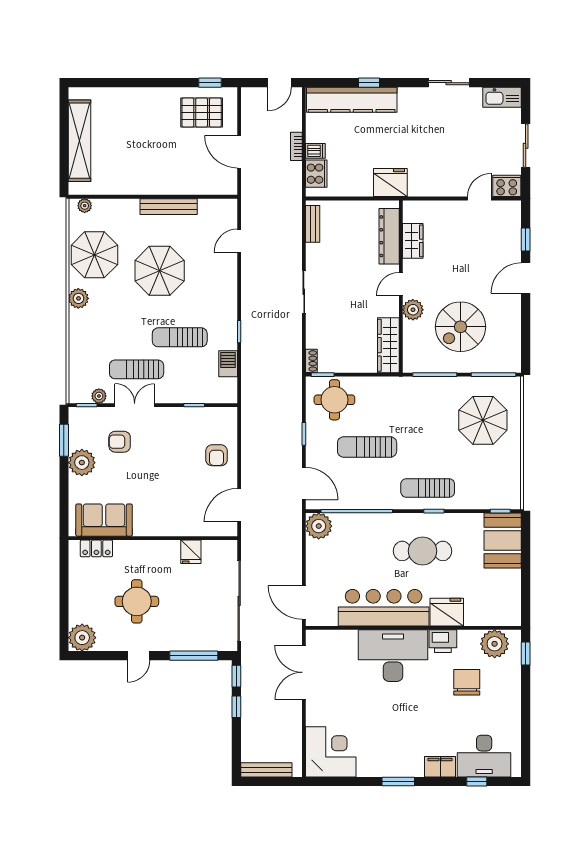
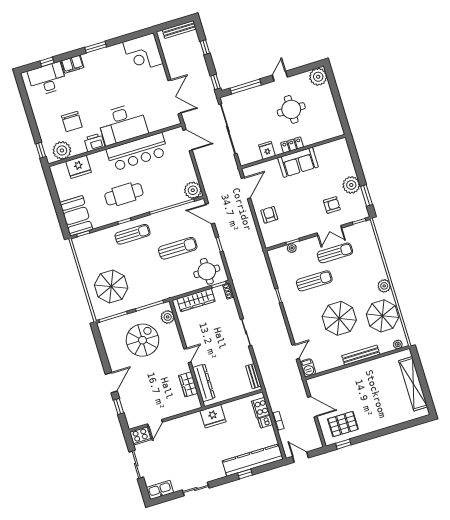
door: (279, 83) -> (300, 457), hinge flipped
bench: (169, 207) -> (361, 355), moved
plant: (413, 310) -> (168, 317), moved
wardrobe: (388, 345) -> (196, 300), moved, turned 90
barbecue: (228, 364) -> (308, 368), moved
plant: (99, 396) -> (292, 248), moved
sofa: (104, 520) -> (298, 162), moved
locker: (96, 548) -> (292, 145), moved
fridge: (447, 612) -> (79, 167), moved
window: (236, 707) -> (205, 47), moved

